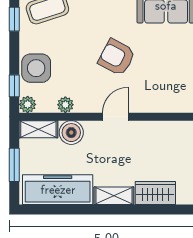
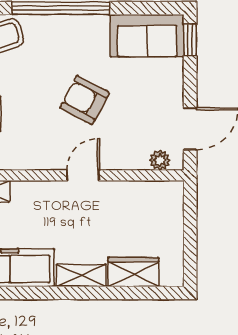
plant: (65, 105) -> (160, 160), moved
boiler: (71, 133) -> (27, 195), removed

